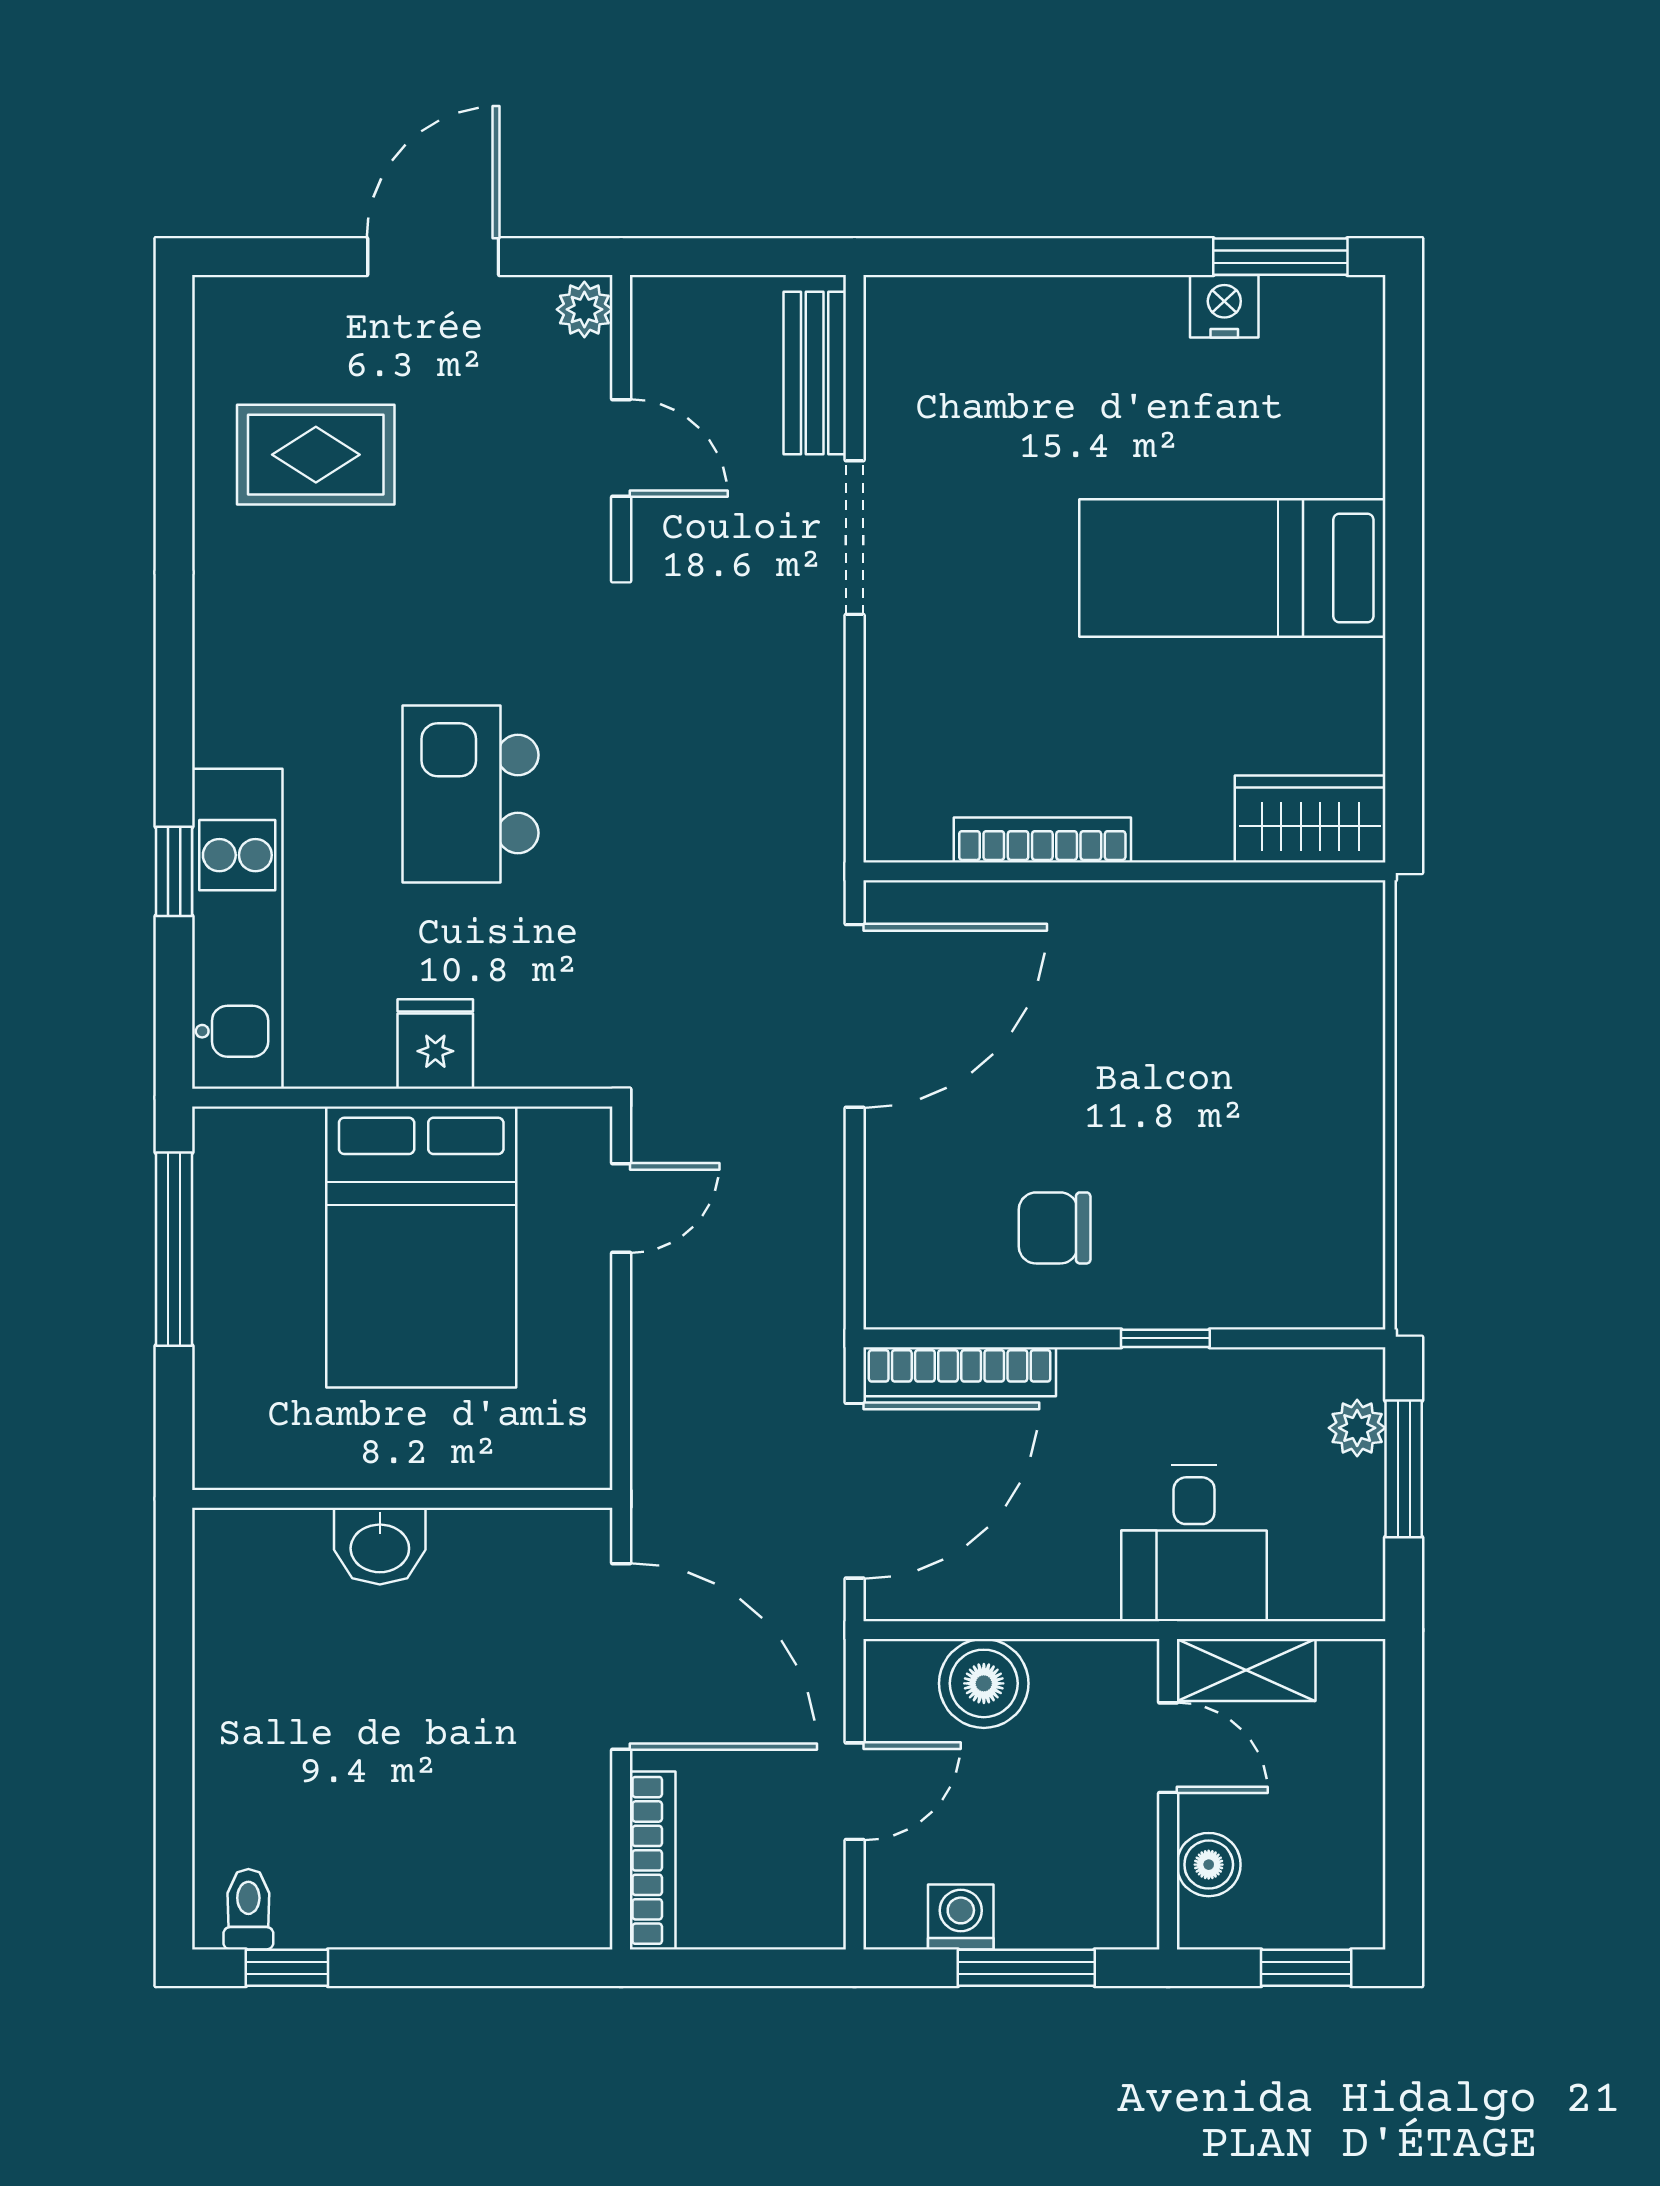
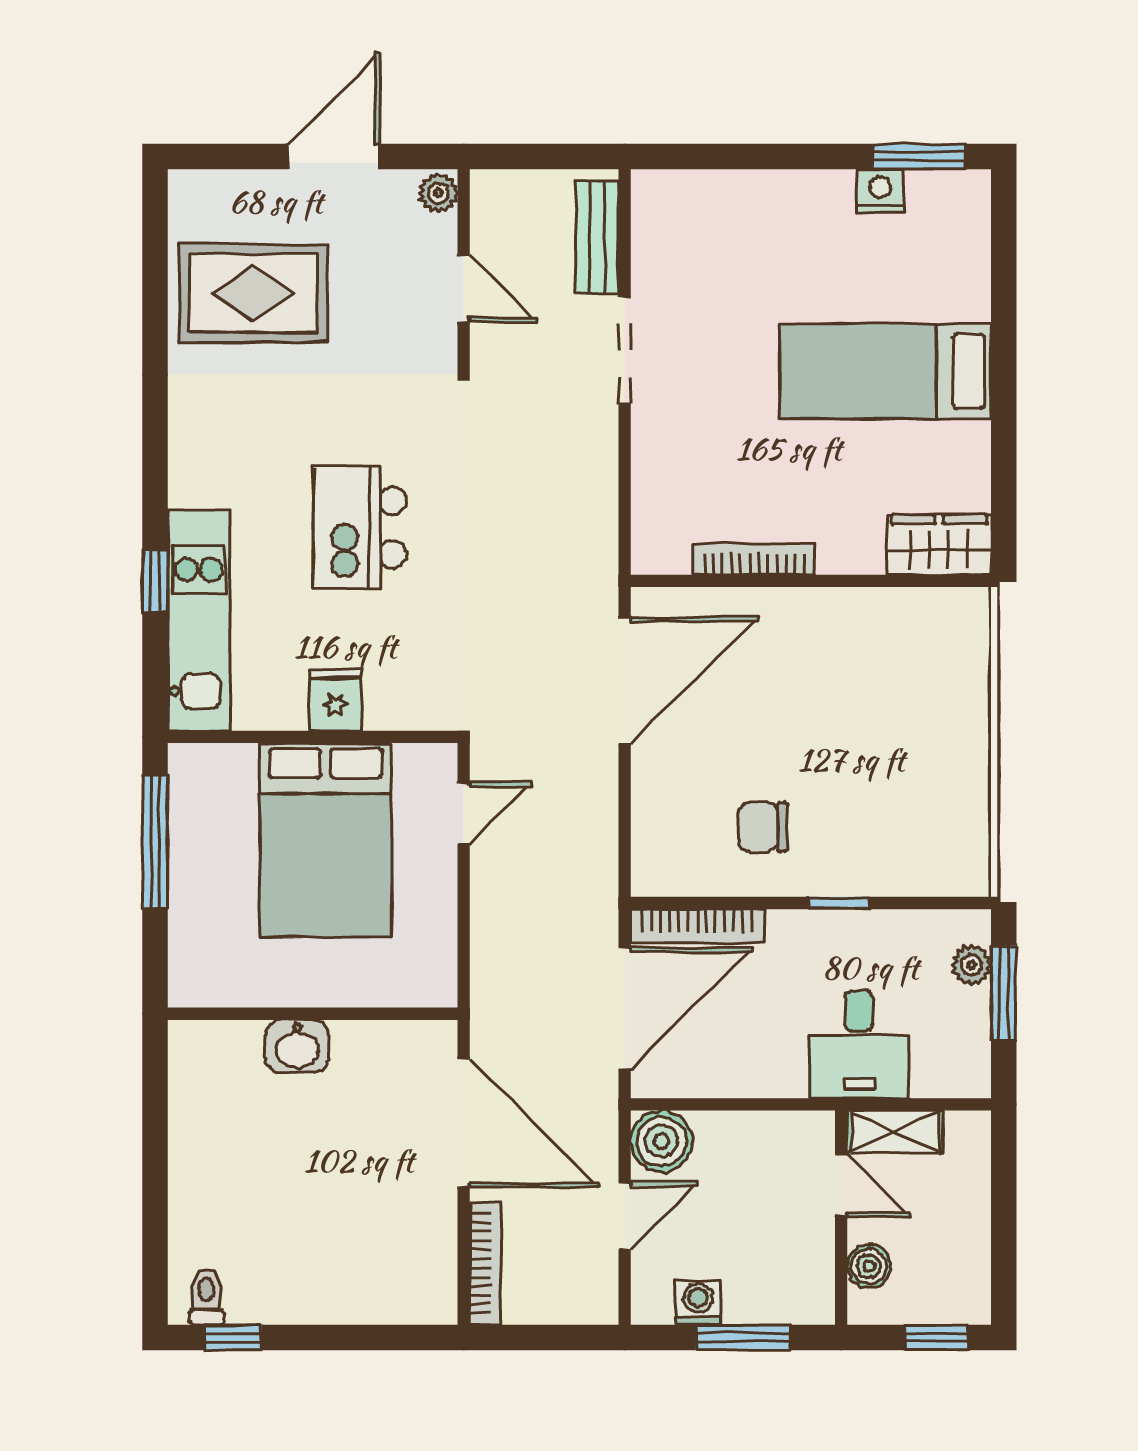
rug: (316, 455) -> (253, 293), width x1.36, depth x1.43
boiler: (984, 1683) -> (662, 1141), moved

